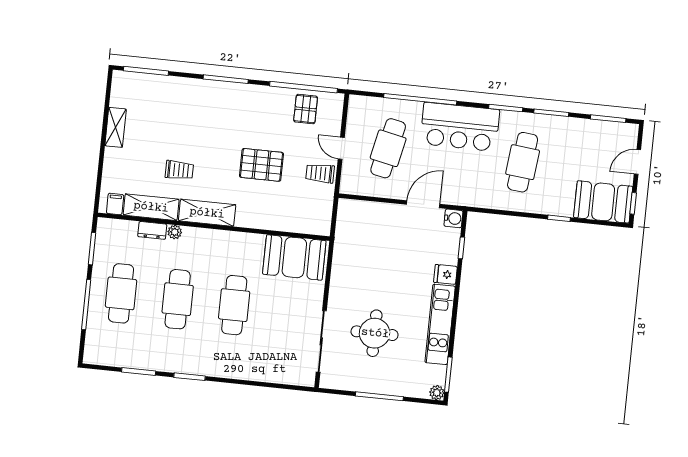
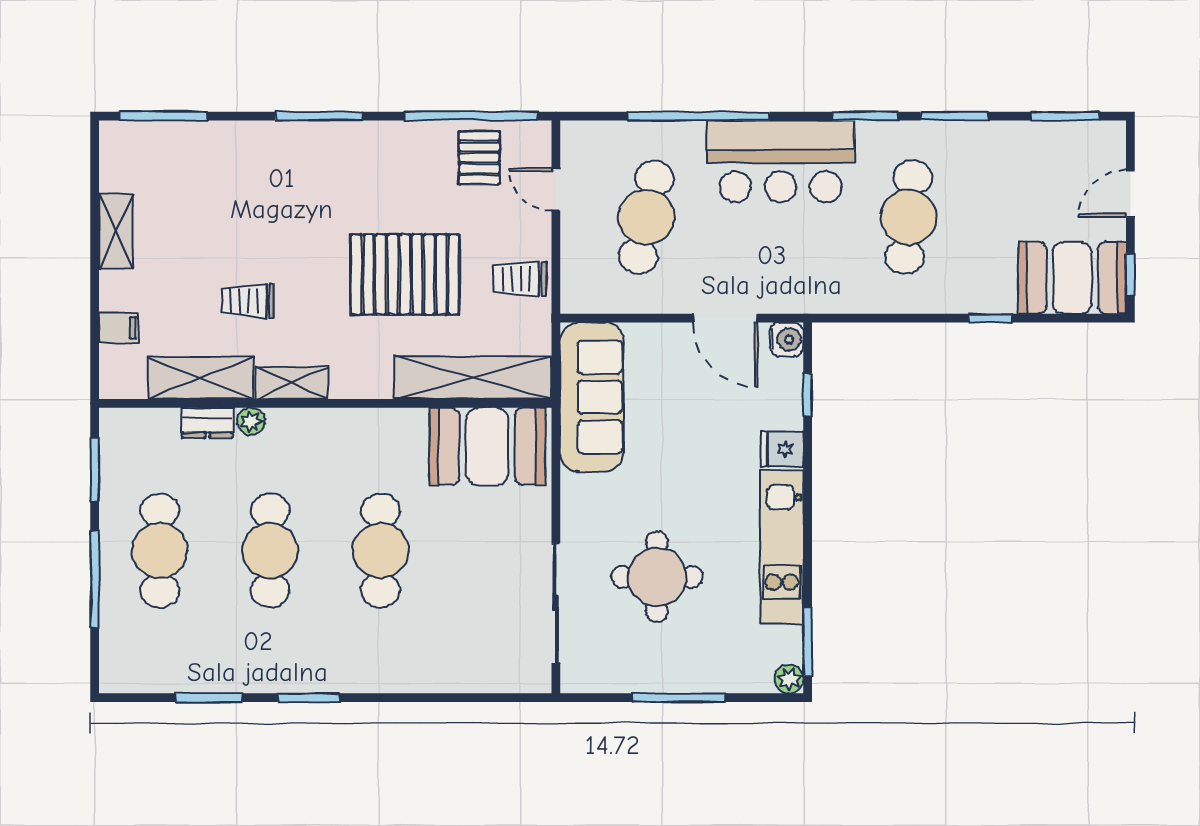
door: (341, 148) -> (556, 190), moved
pallet: (261, 165) -> (405, 274), width x1.37, depth x1.41
trolley: (179, 170) -> (248, 301), turned 180
filing cabinet: (115, 204) -> (119, 328), moved, turned 90
door: (423, 204) -> (725, 318), swing flipped
shelving: (207, 213) -> (292, 383), width x0.67, depth x0.75
shelving: (291, 221) -> (473, 378), added
sofa: (351, 238) -> (592, 397), added

